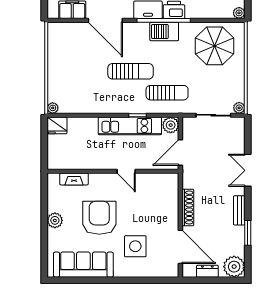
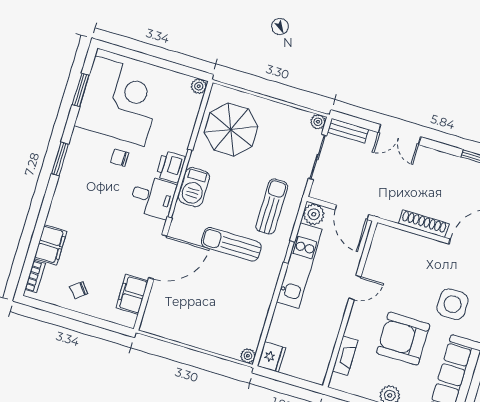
sun lounger: (131, 71) -> (231, 244), turned -90
bench: (239, 210) -> (348, 131), moved

